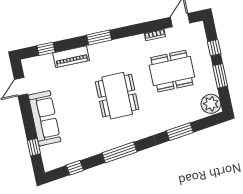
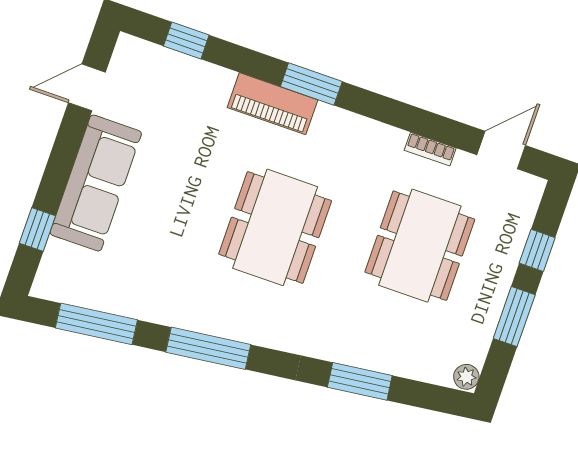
piano: (71, 57) -> (272, 104), moved
dining table: (172, 71) -> (420, 246), turned 90
plant: (211, 104) -> (466, 377), width x0.53, depth x0.53
window: (75, 168) -> (96, 324), width x2.17

